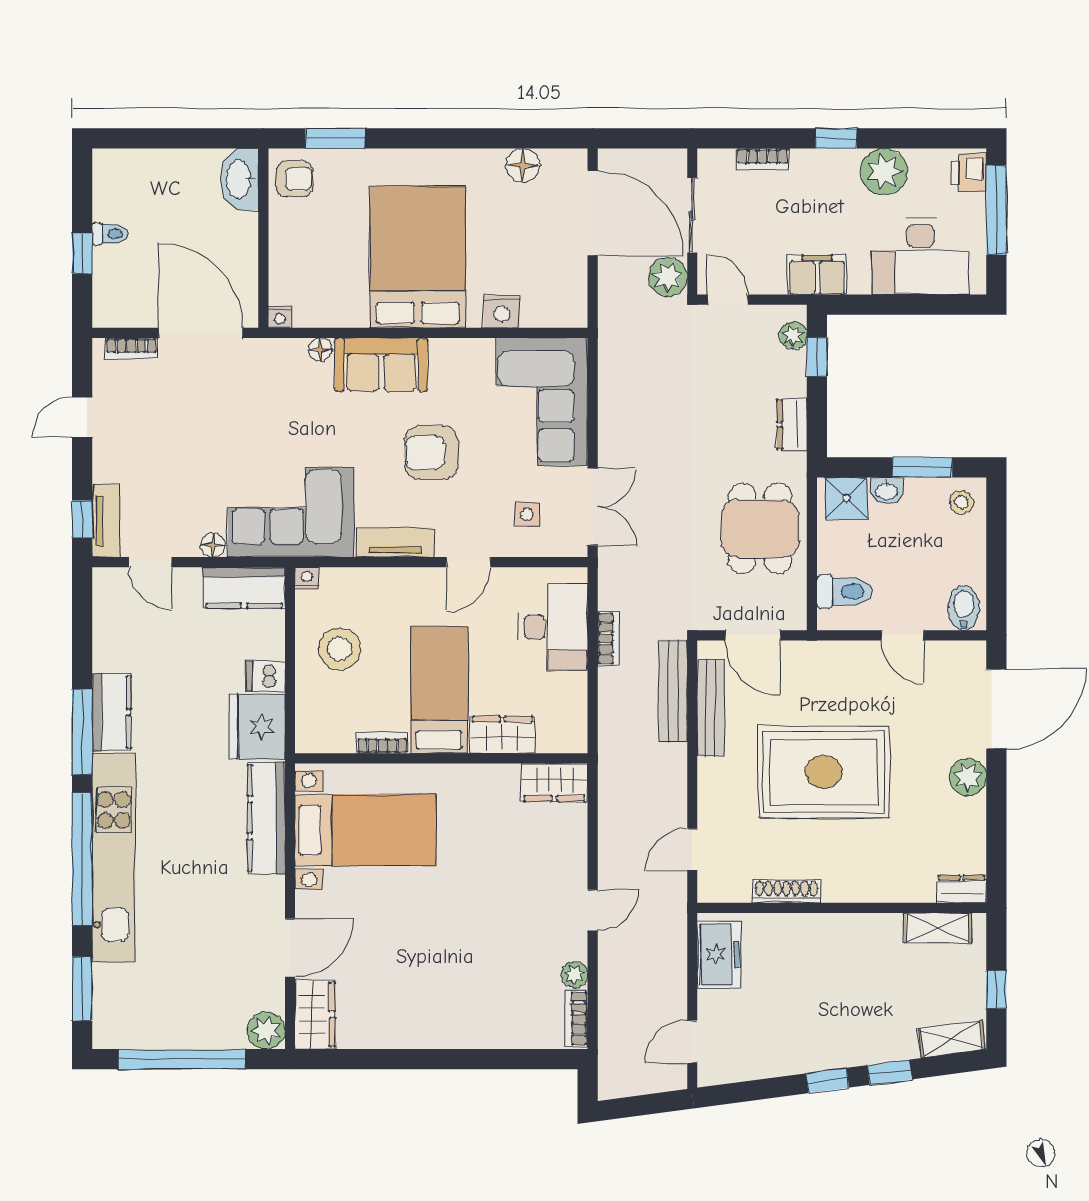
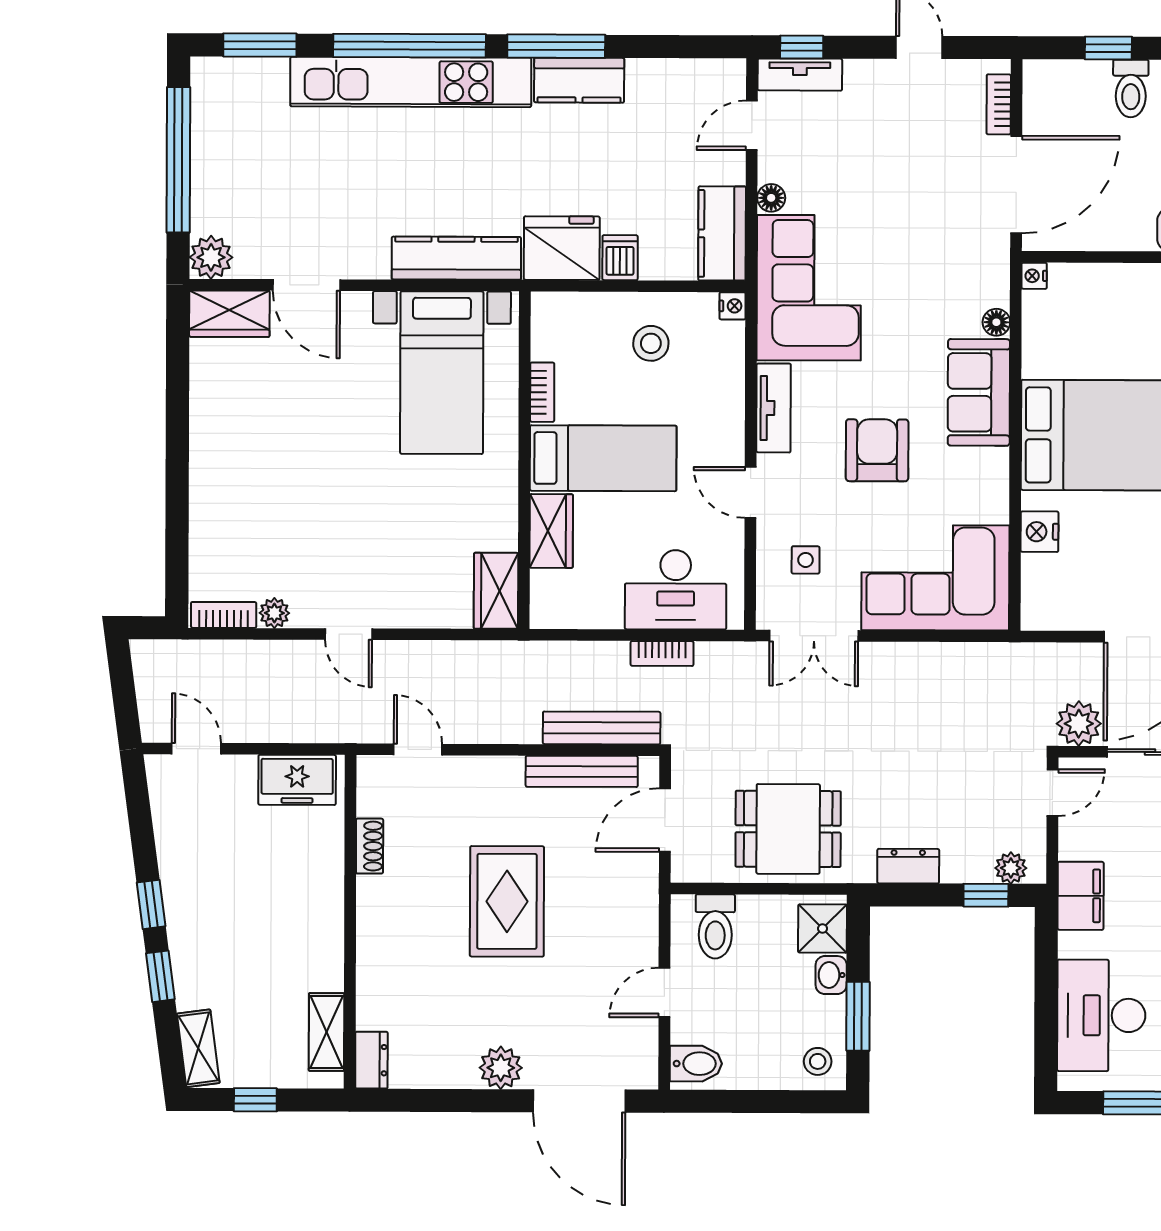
toilet: (110, 234) -> (1131, 89), width x1.37, depth x1.39
stool: (340, 649) -> (651, 343), width x0.73, depth x0.73
rug: (824, 772) -> (507, 901), width x0.73, depth x0.69
shoe rack: (786, 891) -> (370, 846), width x0.70

